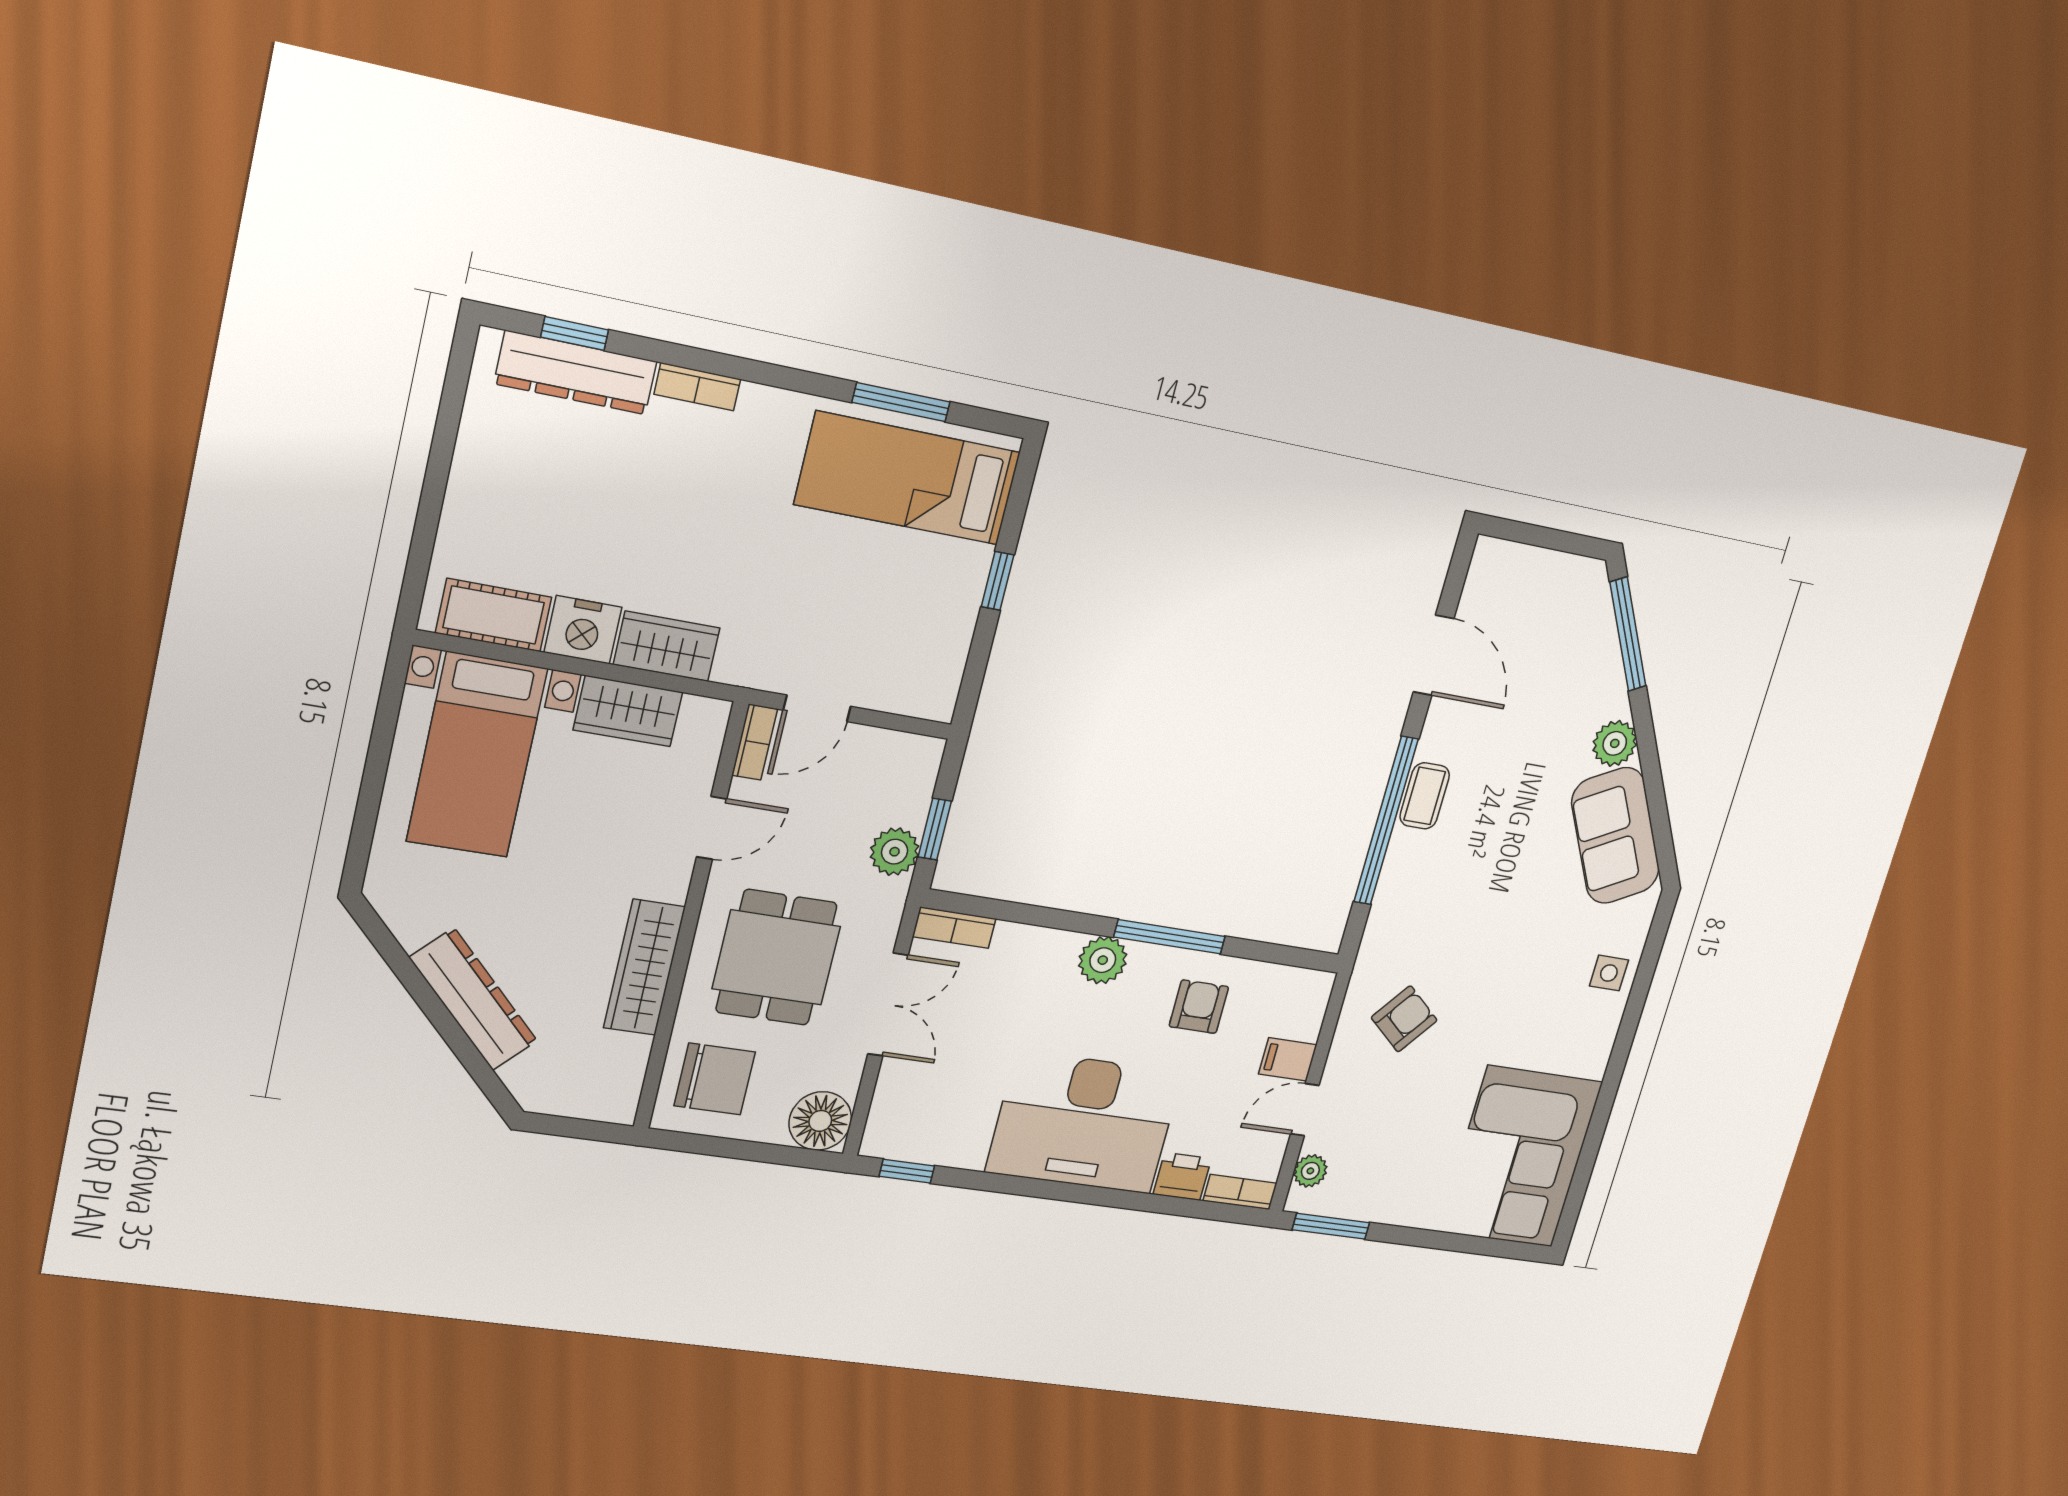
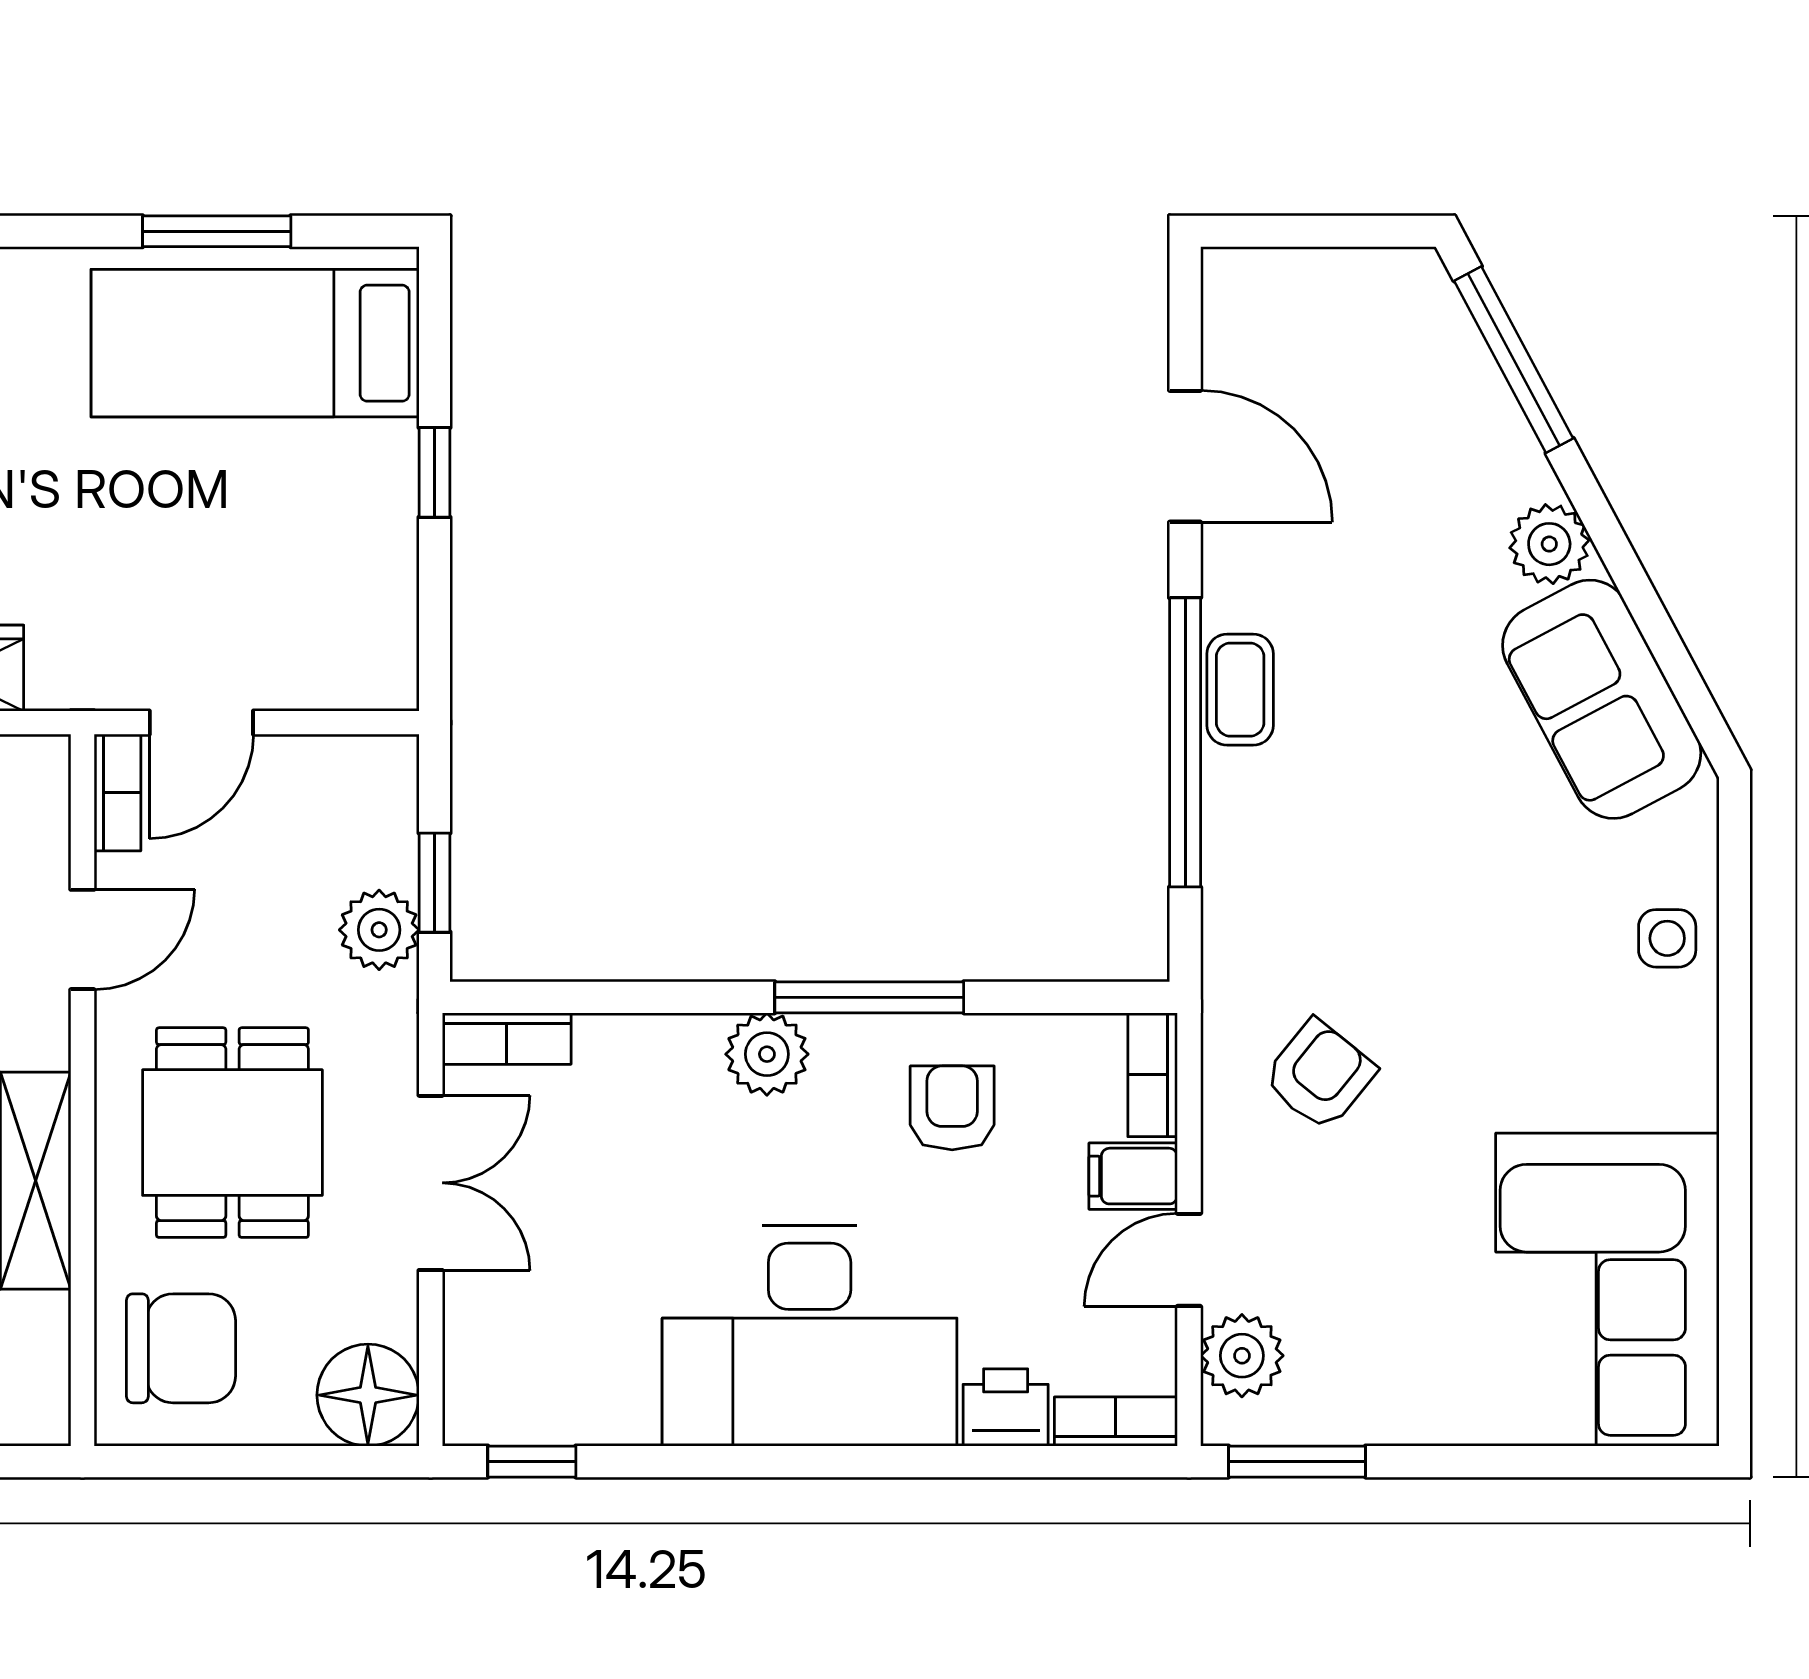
bookcase: (1314, 1005) -> (1153, 1075), added
plant: (1310, 1171) -> (1242, 1356), width x1.38, depth x1.38

